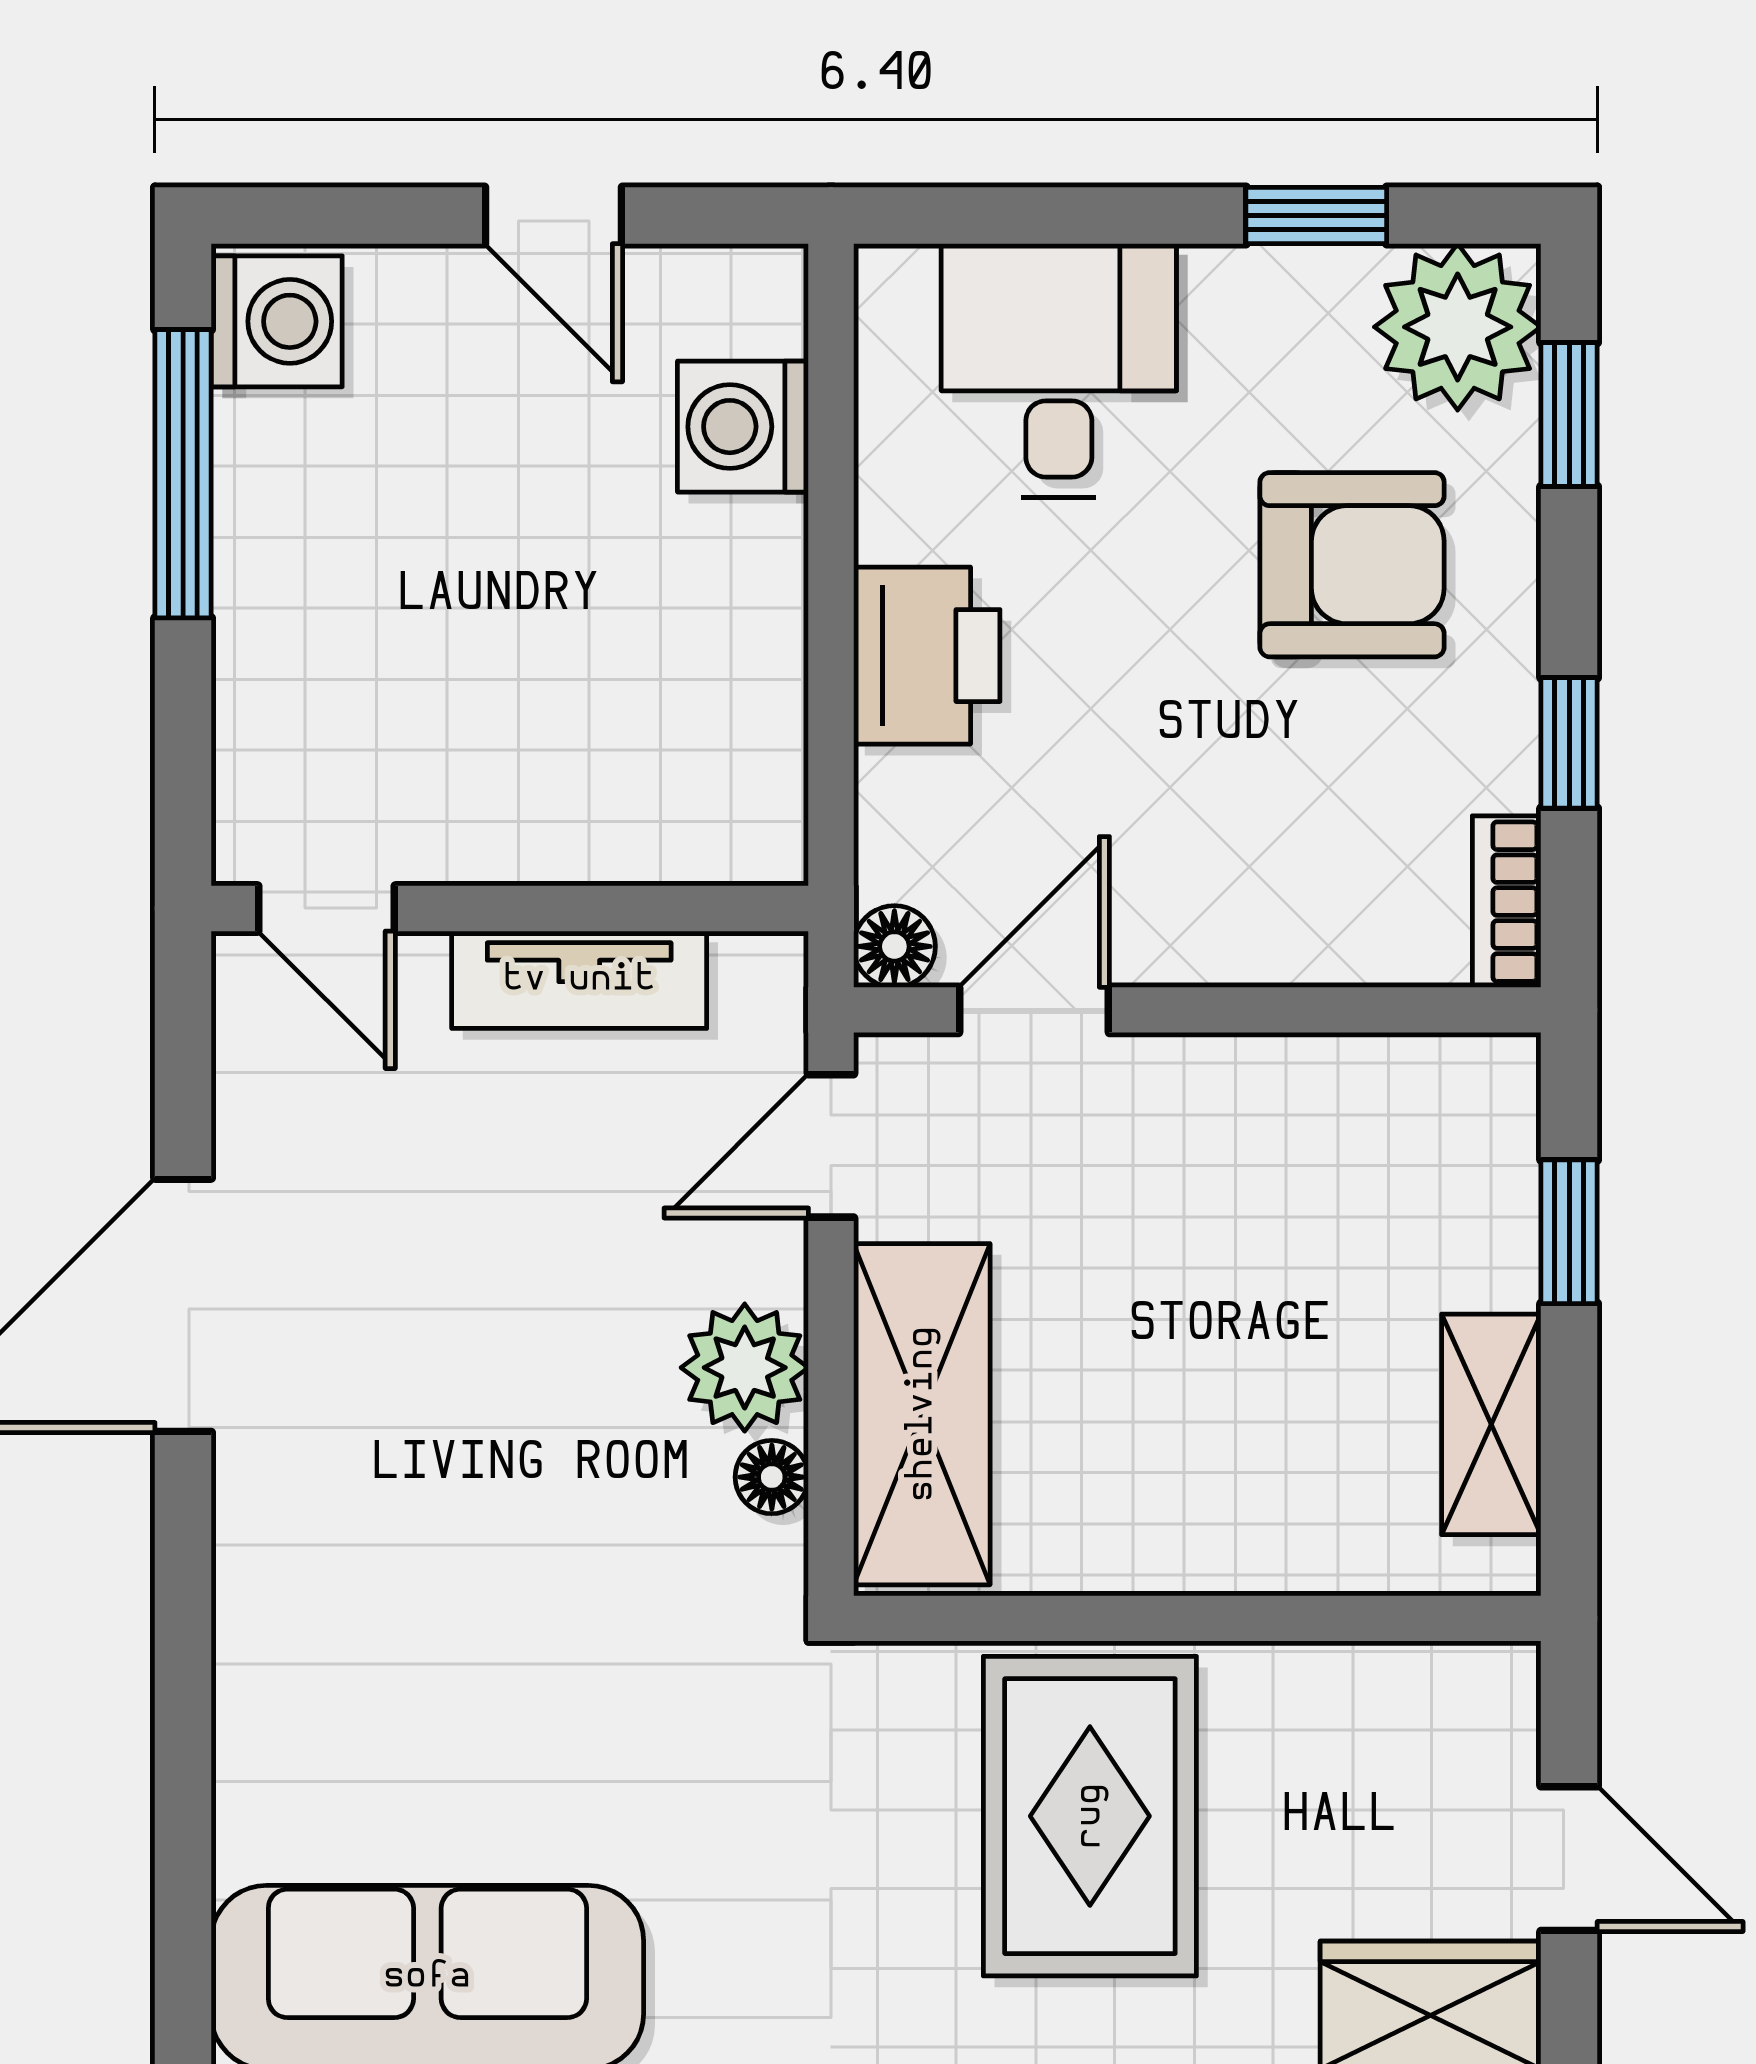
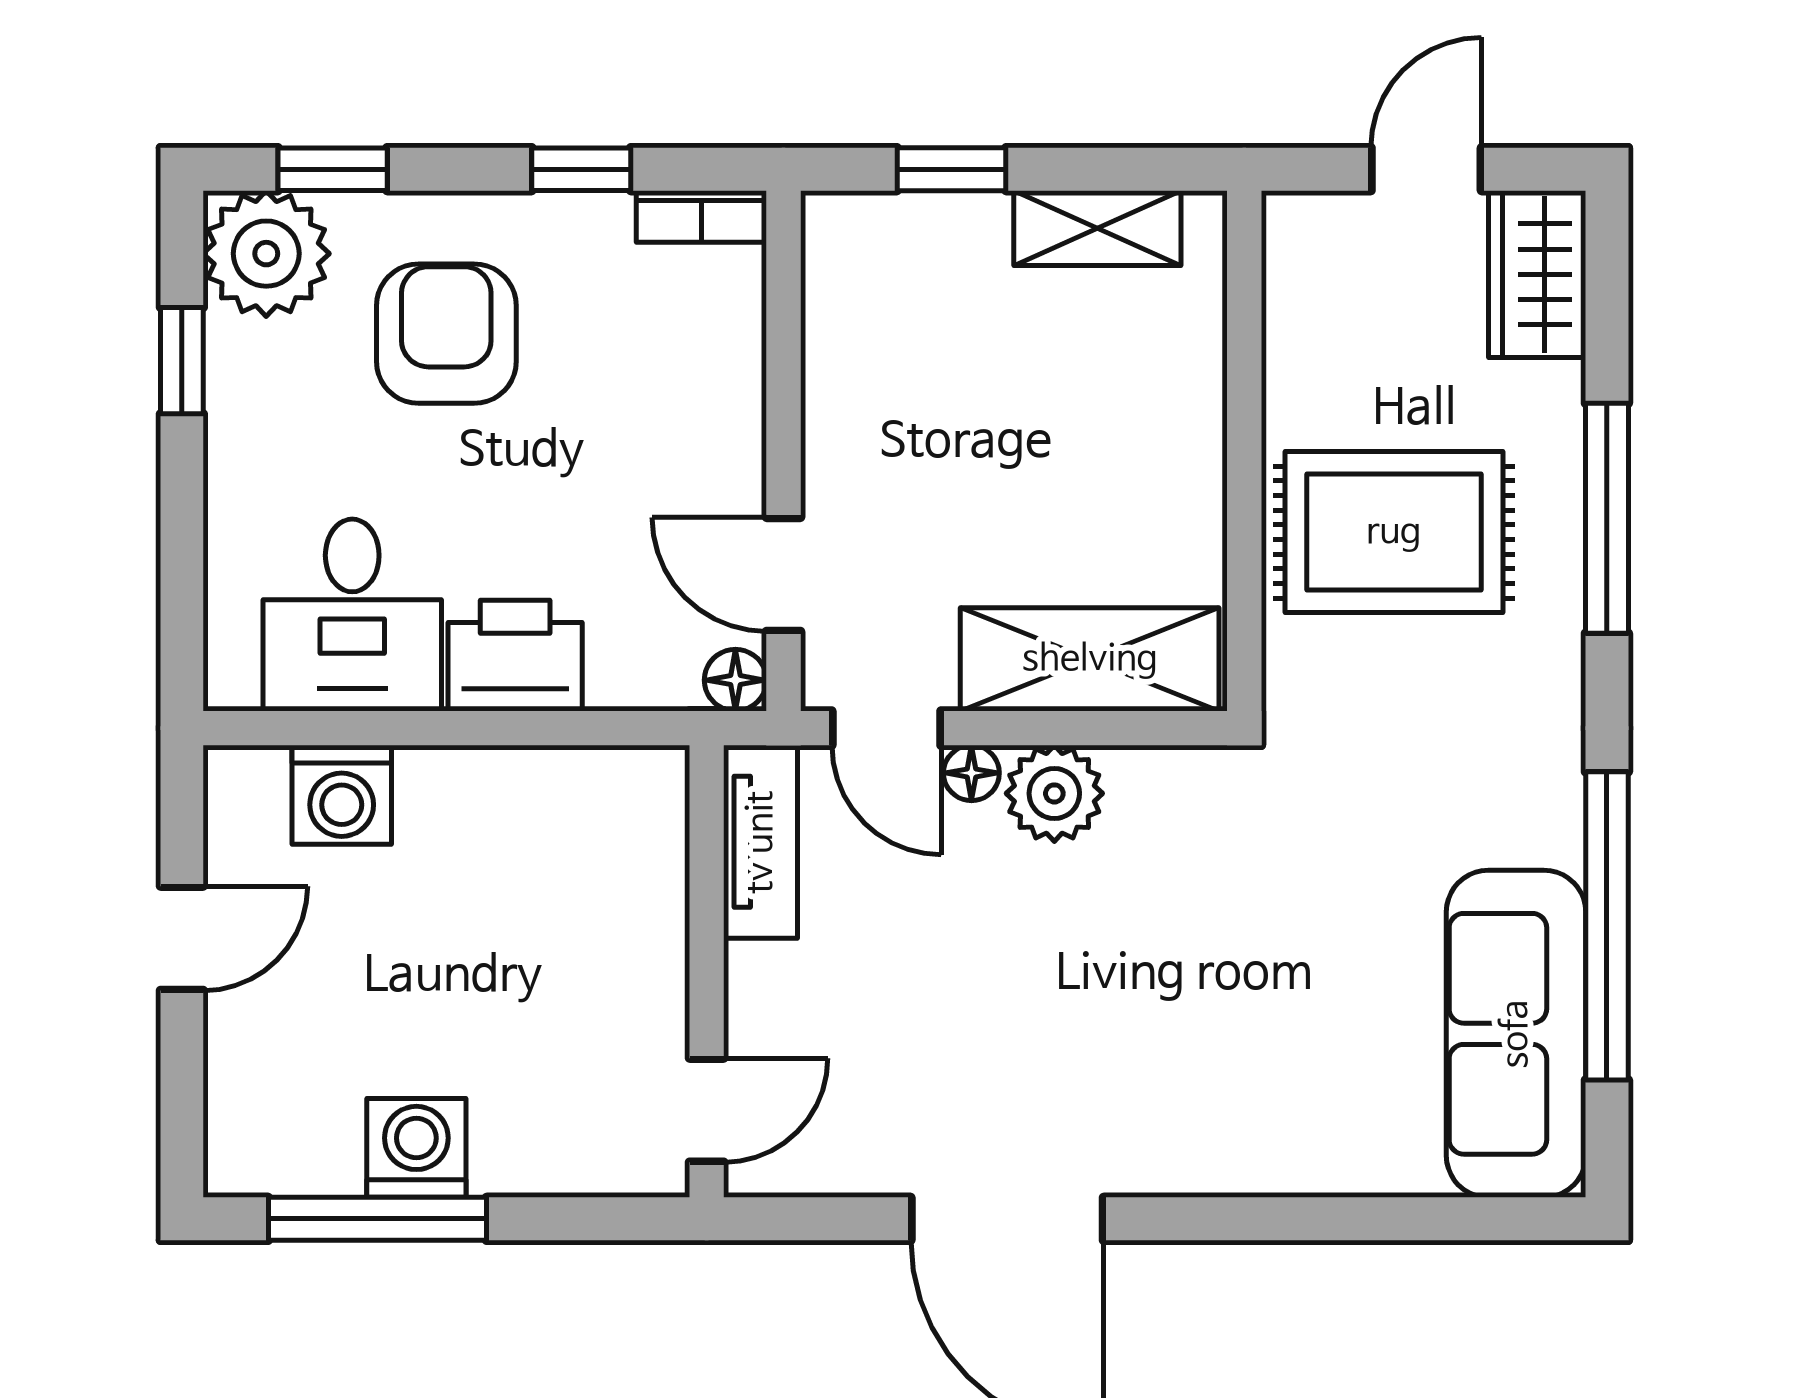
washing machine: (277, 321) -> (416, 1148), moved
desk: (1059, 370) -> (352, 615), moved, turned -90
tv unit: (579, 980) -> (761, 842), moved
floor lamp: (772, 1477) -> (971, 773), moved

